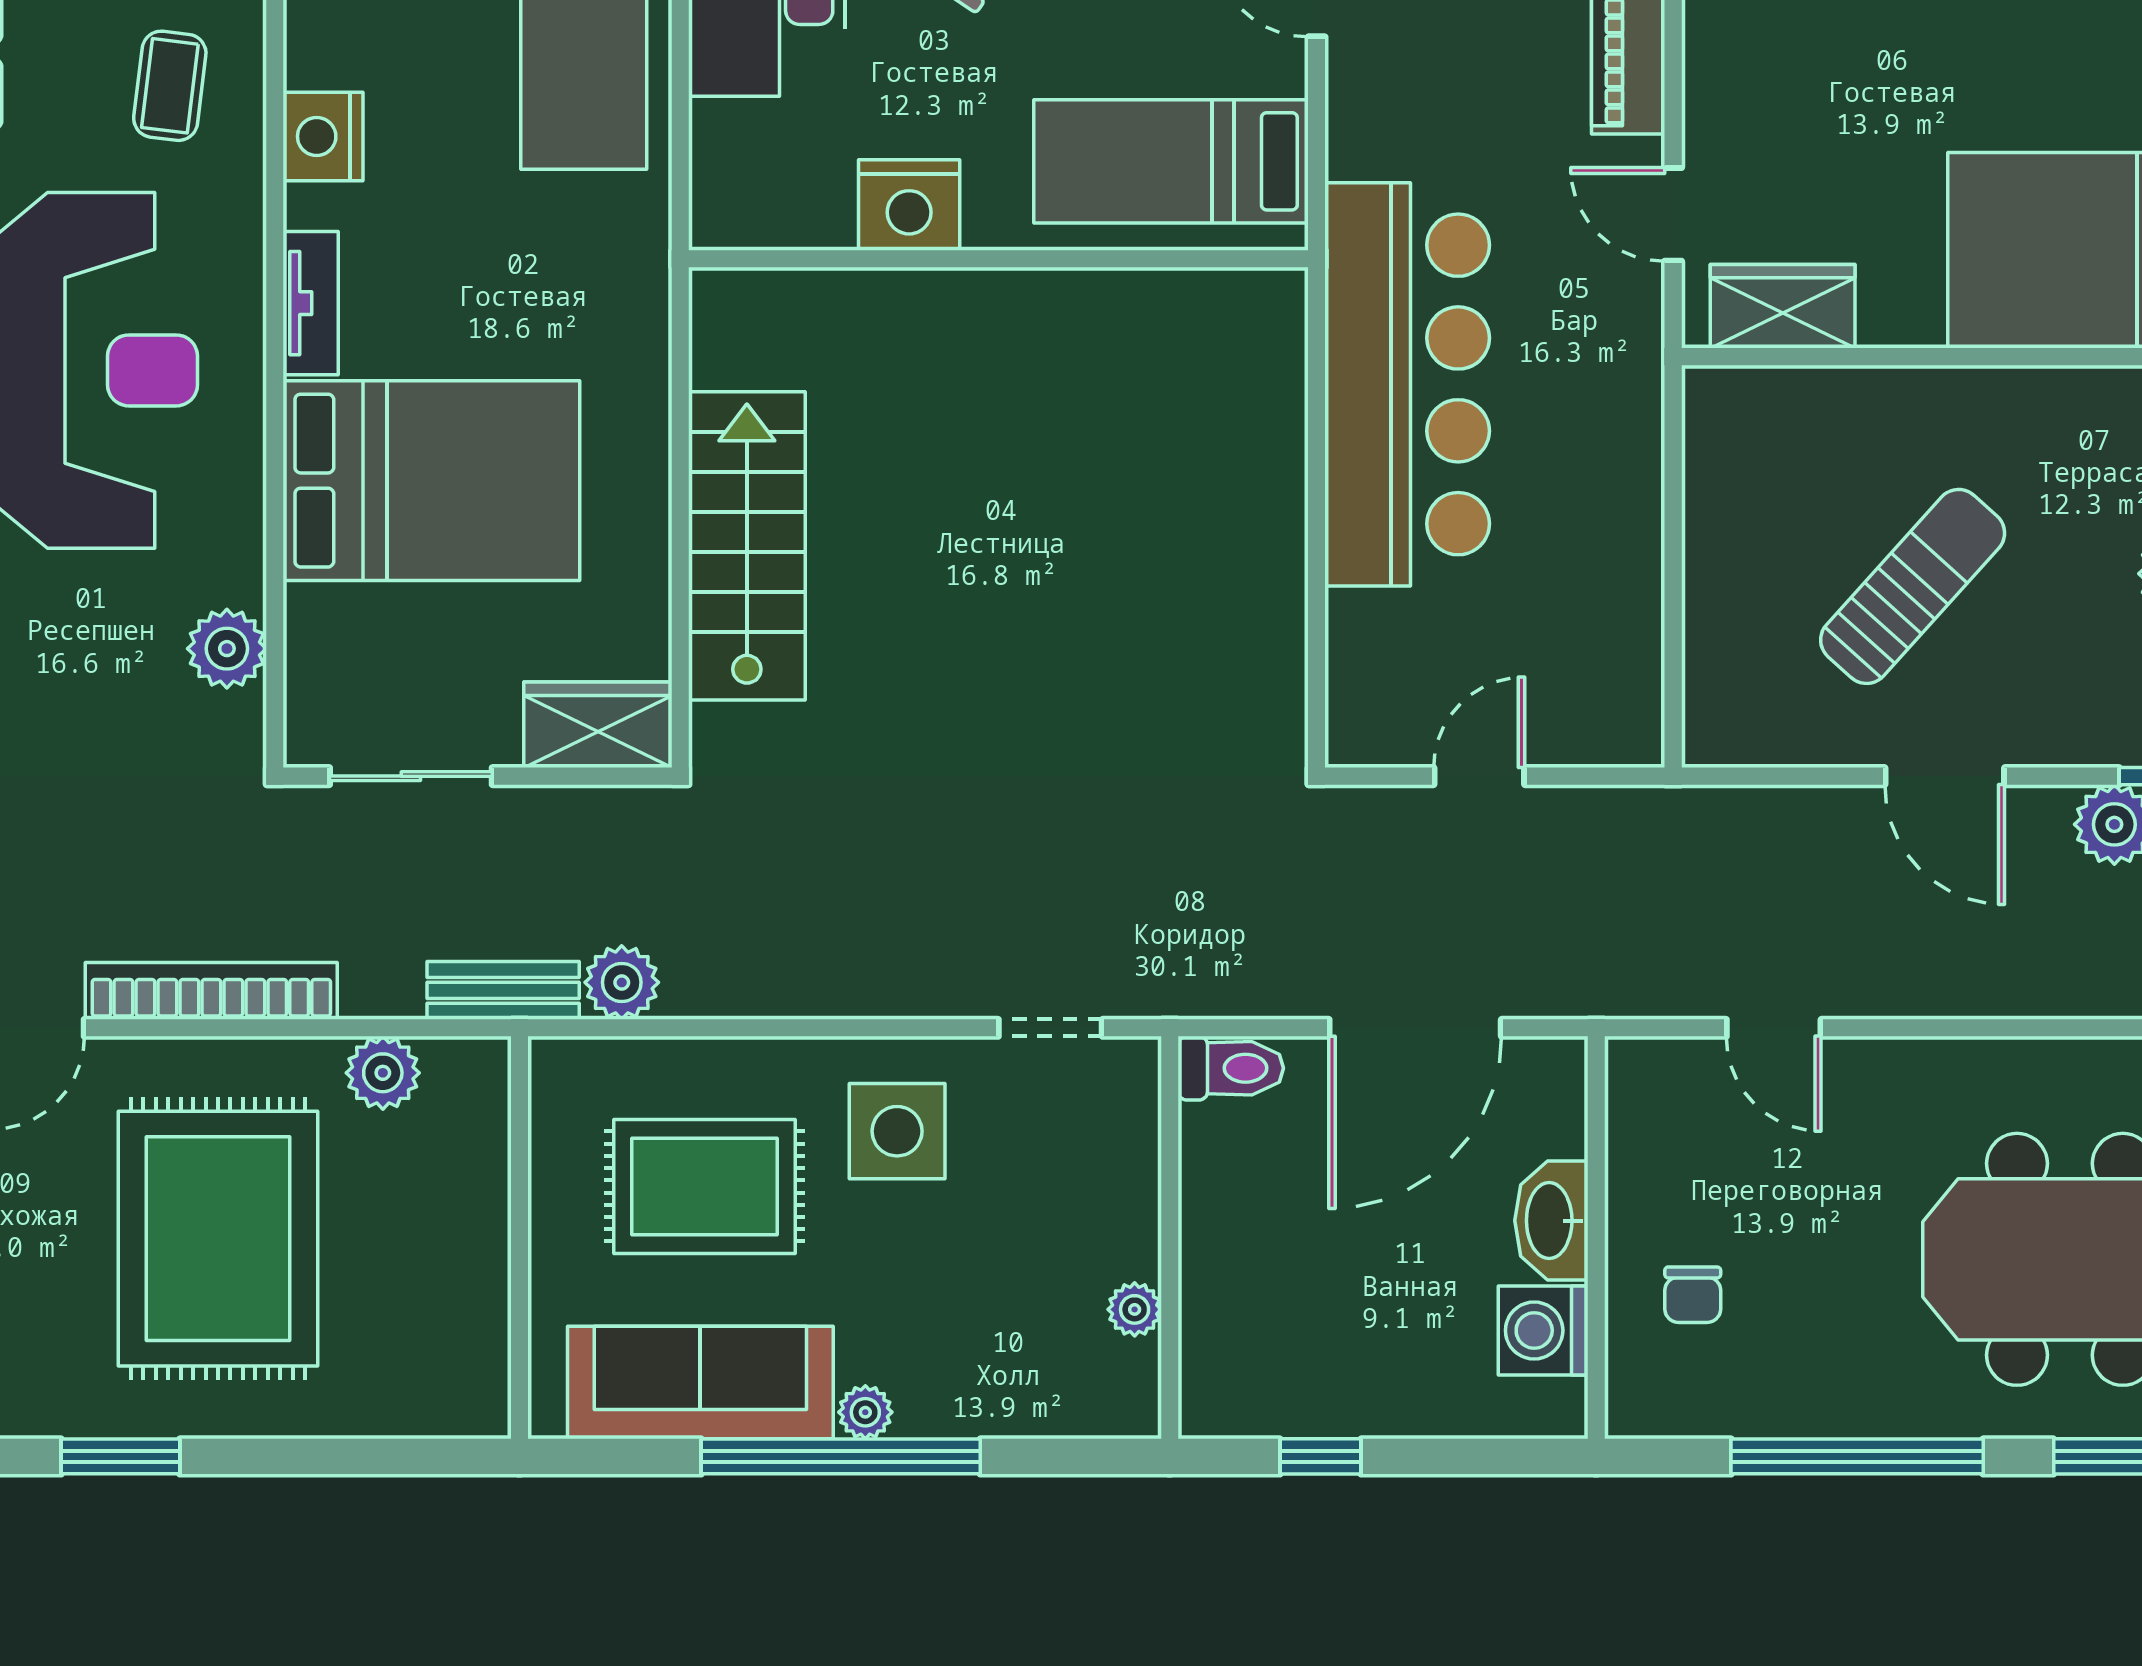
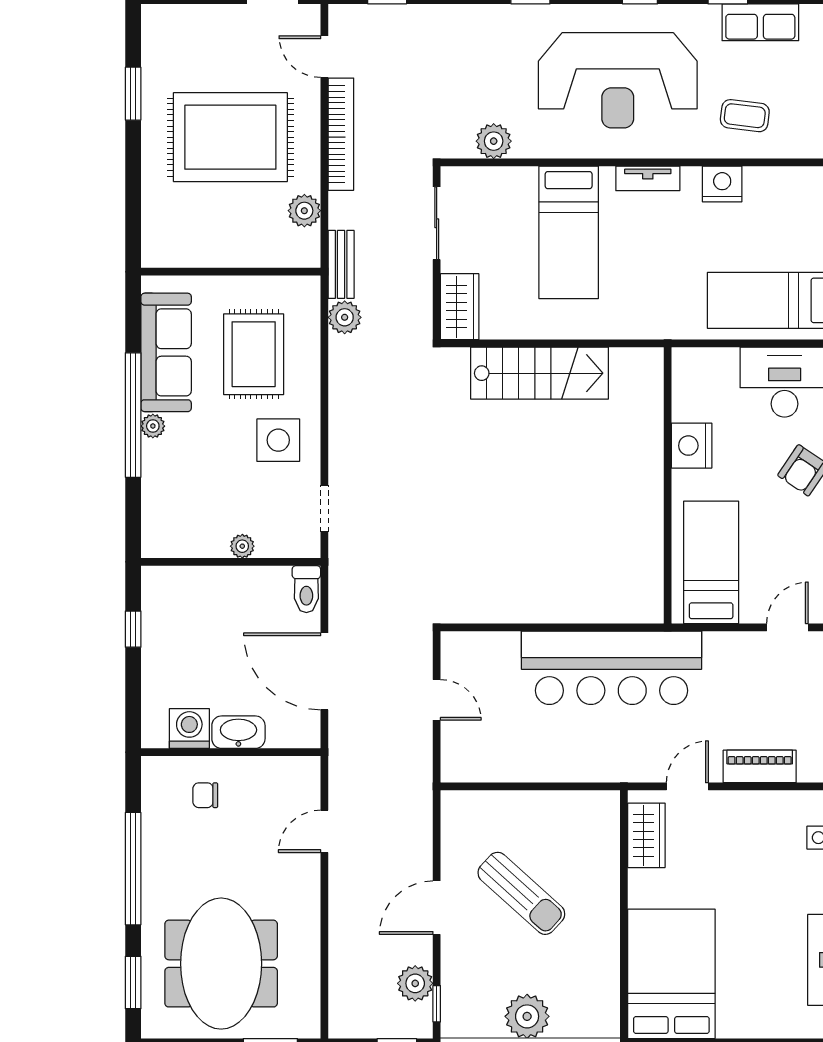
bed: (431, 481) -> (569, 232), width x0.67
plant: (1135, 1309) -> (242, 546), moved

